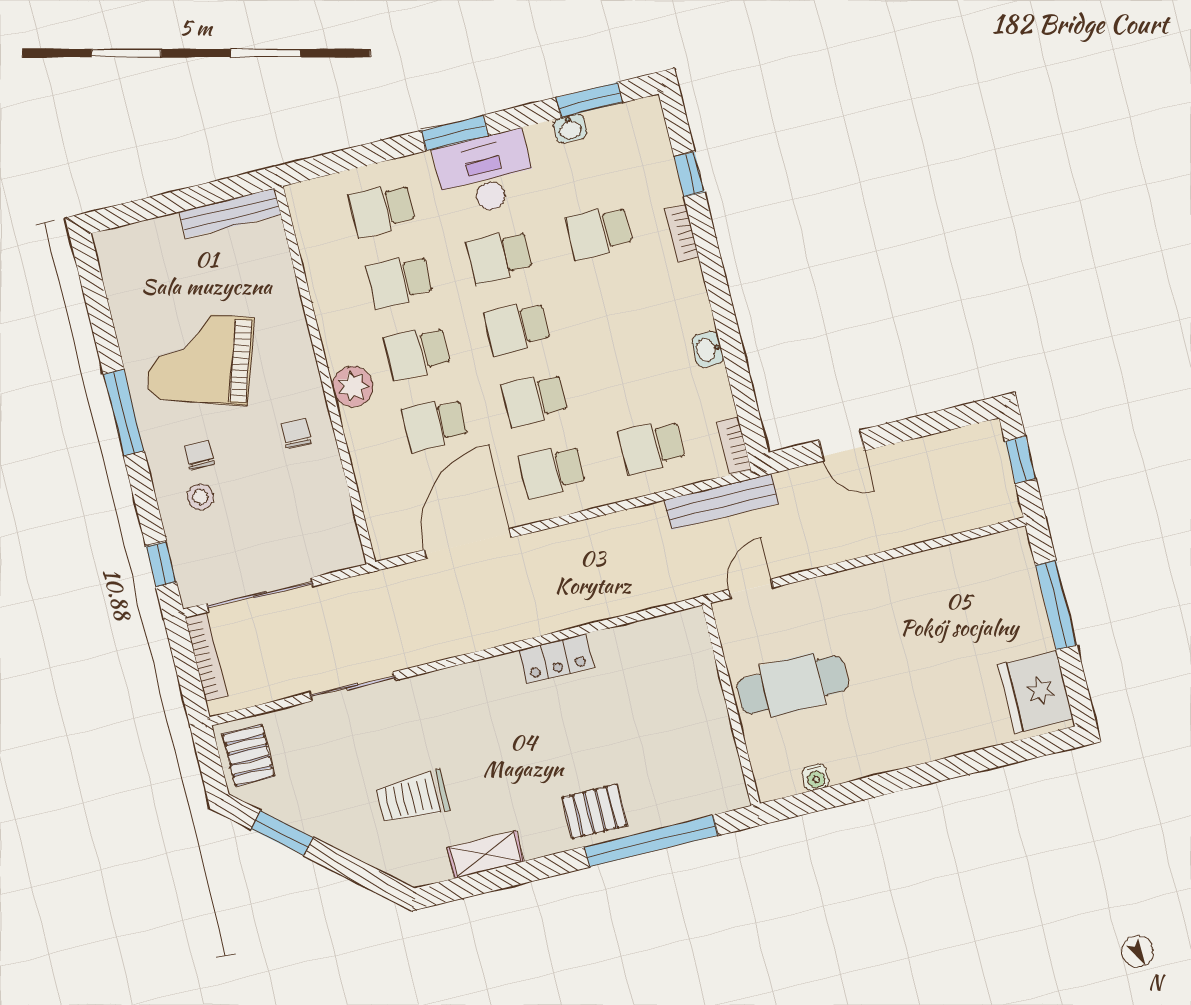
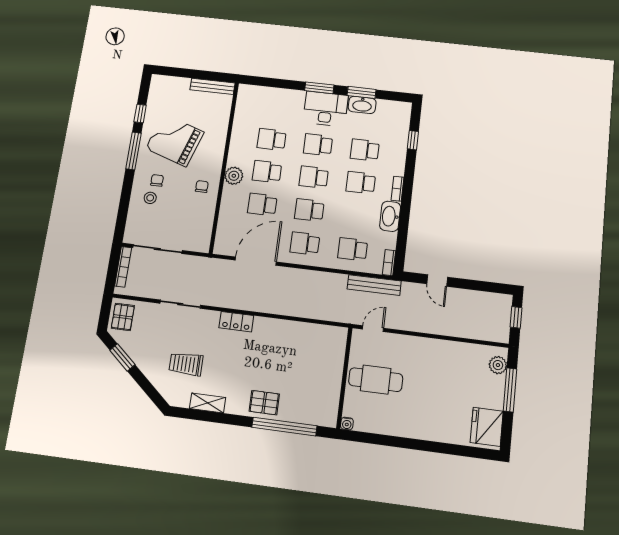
window: (589, 100) -> (362, 92), moved
washbasin: (570, 128) -> (362, 105), width x1.91, depth x1.45
school desk: (382, 209) -> (361, 183), moved
bookcase: (682, 233) -> (397, 189), moved
washbasin: (708, 349) -> (390, 216), width x1.91, depth x1.45
window: (161, 564) -> (140, 113), moved
plant: (1017, 566) -> (498, 365), added
locker: (556, 659) -> (236, 322), moved
water cooler: (816, 777) -> (347, 424), moved

